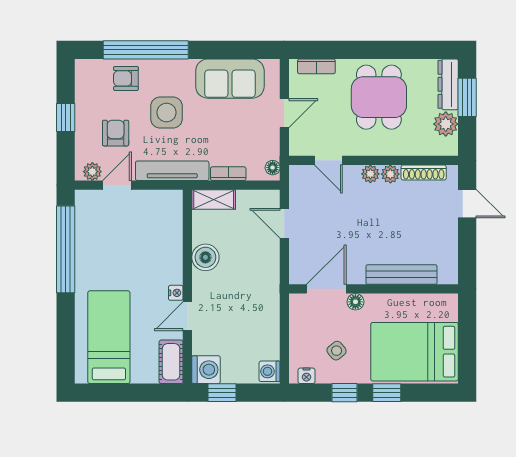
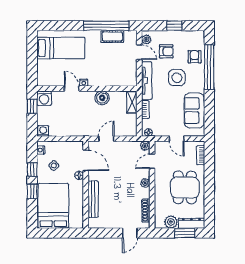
dining table: (379, 97) -> (185, 187), turned 90
plant: (390, 174) -> (145, 146), moved
door: (284, 223) -> (106, 139), moved
cot: (171, 362) -> (112, 36), moved

